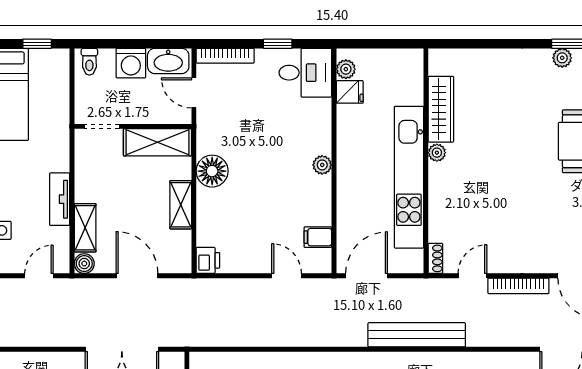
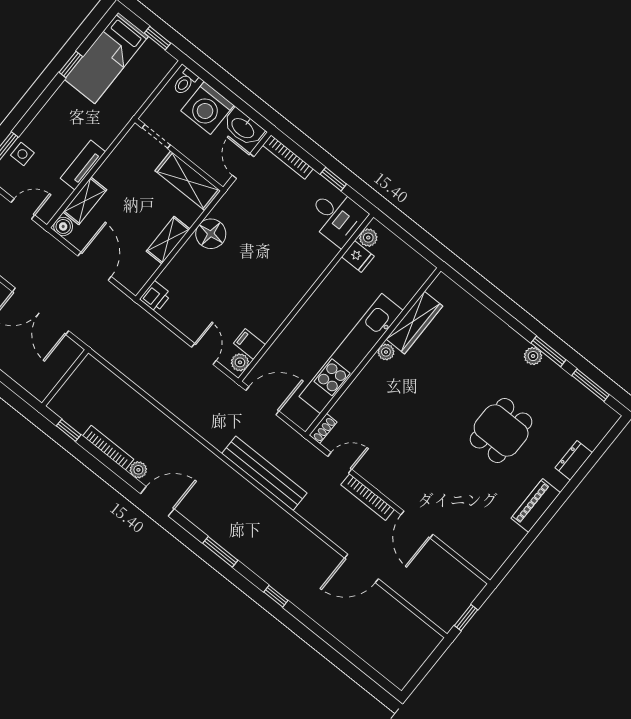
washing machine: (131, 63) -> (207, 108), width x1.37, depth x1.37
plant: (322, 165) -> (240, 362), moved

